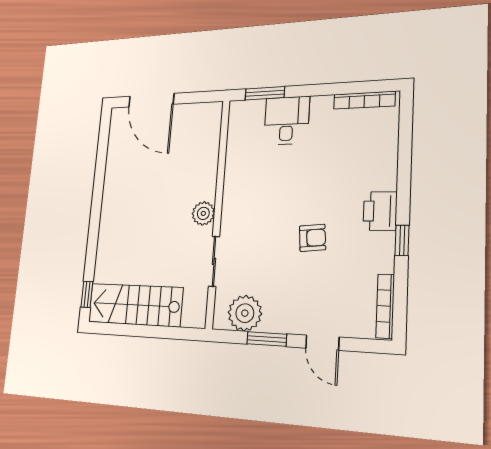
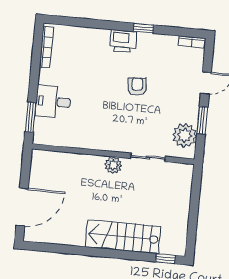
stairs: (135, 305) -> (123, 237), moved, turned 90
bookcase: (385, 306) -> (192, 42), width x0.64

